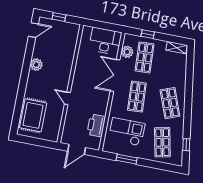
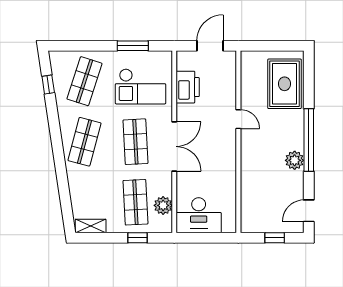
double door: (115, 75) -> (174, 146), moved
window: (24, 76) -> (309, 140), added
shop shelf: (170, 103) -> (84, 142), turned 36
shop shelf: (162, 142) -> (84, 81), turned 30

